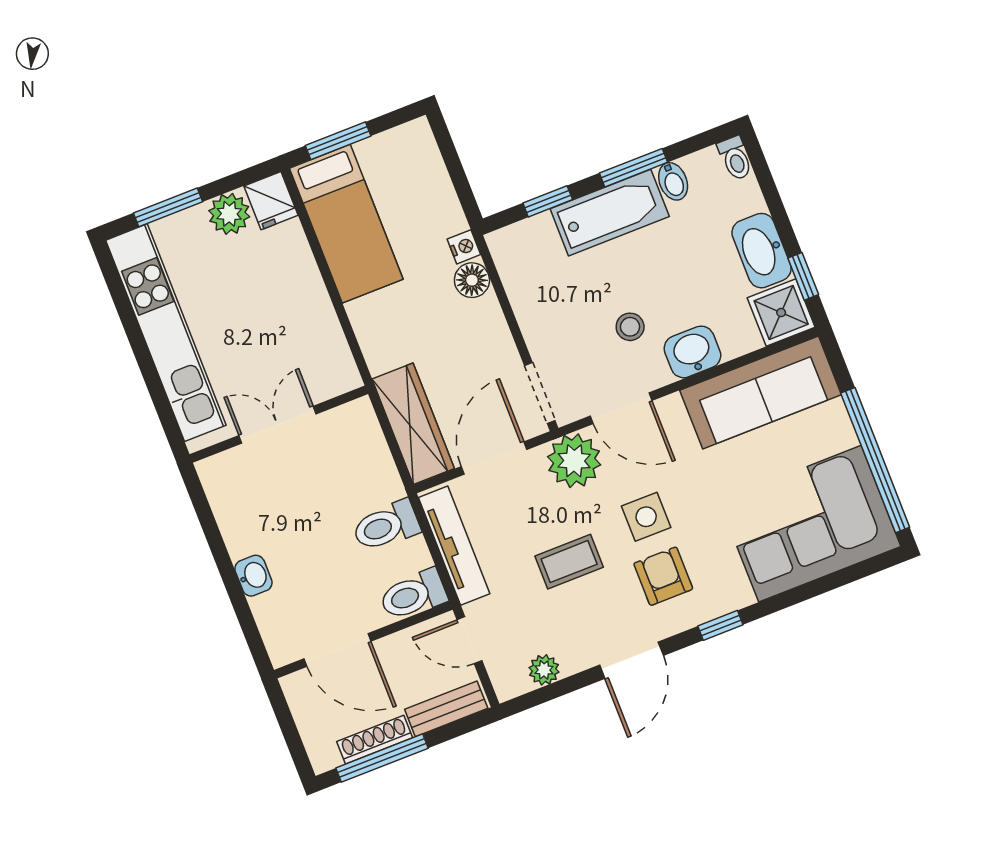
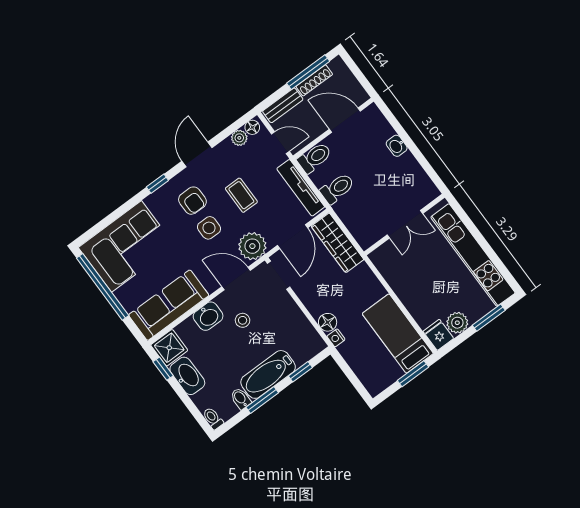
coffee table: (569, 562) -> (241, 195), turned 90
floor lamp: (514, 683) -> (252, 127), added

